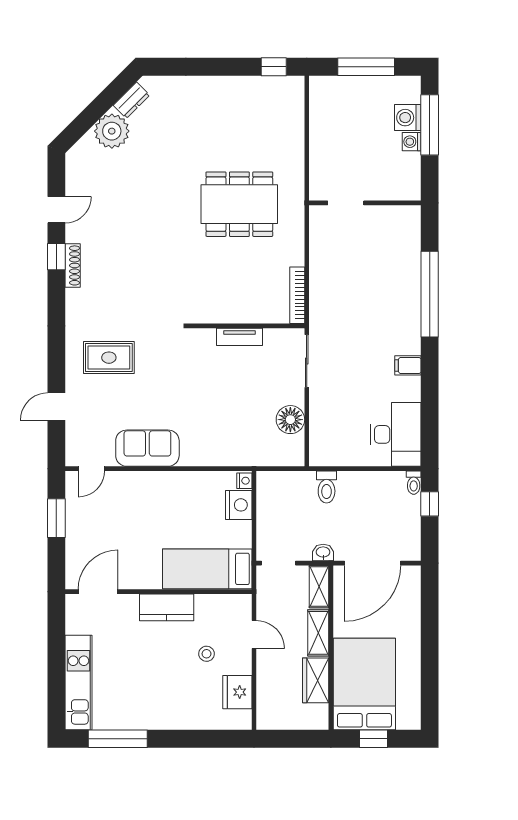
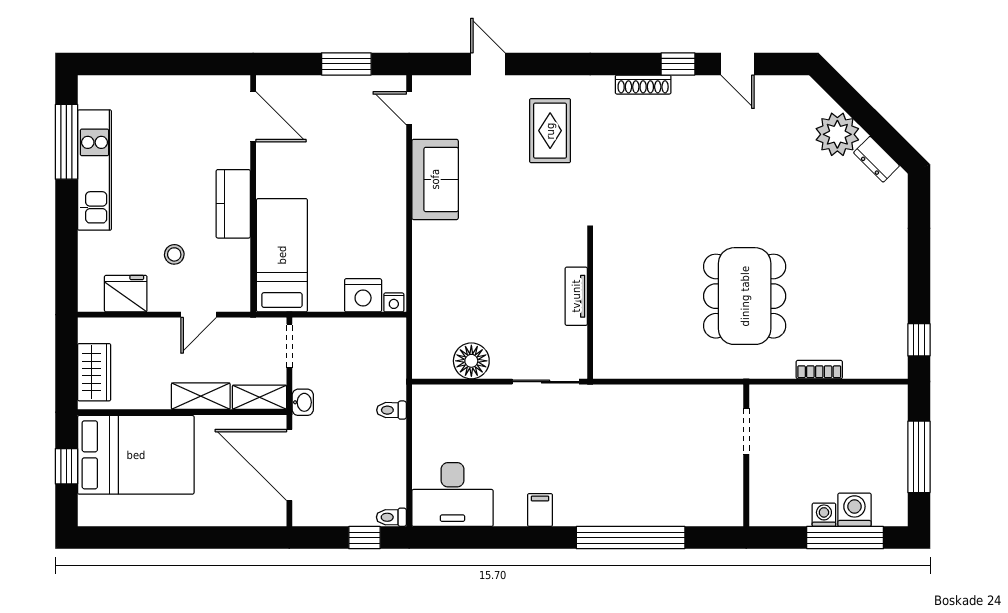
shoe rack: (73, 265) -> (643, 85), moved
bookcase: (297, 295) -> (819, 370), moved, width x0.64
toilet: (327, 487) -> (392, 410), width x0.73, depth x0.72
wardrobe: (316, 680) -> (94, 372), moved, turned 90
kitchen unit: (78, 683) -> (95, 170), moved, turned -90

